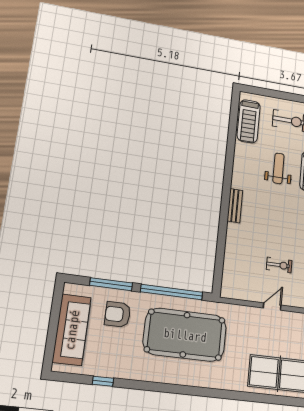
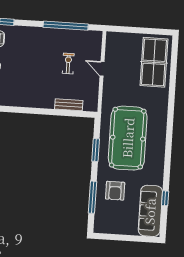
bench: (235, 206) -> (69, 105), moved
window: (172, 292) -> (96, 150), width x0.47
sofa: (72, 330) -> (150, 211), moved, turned -90

